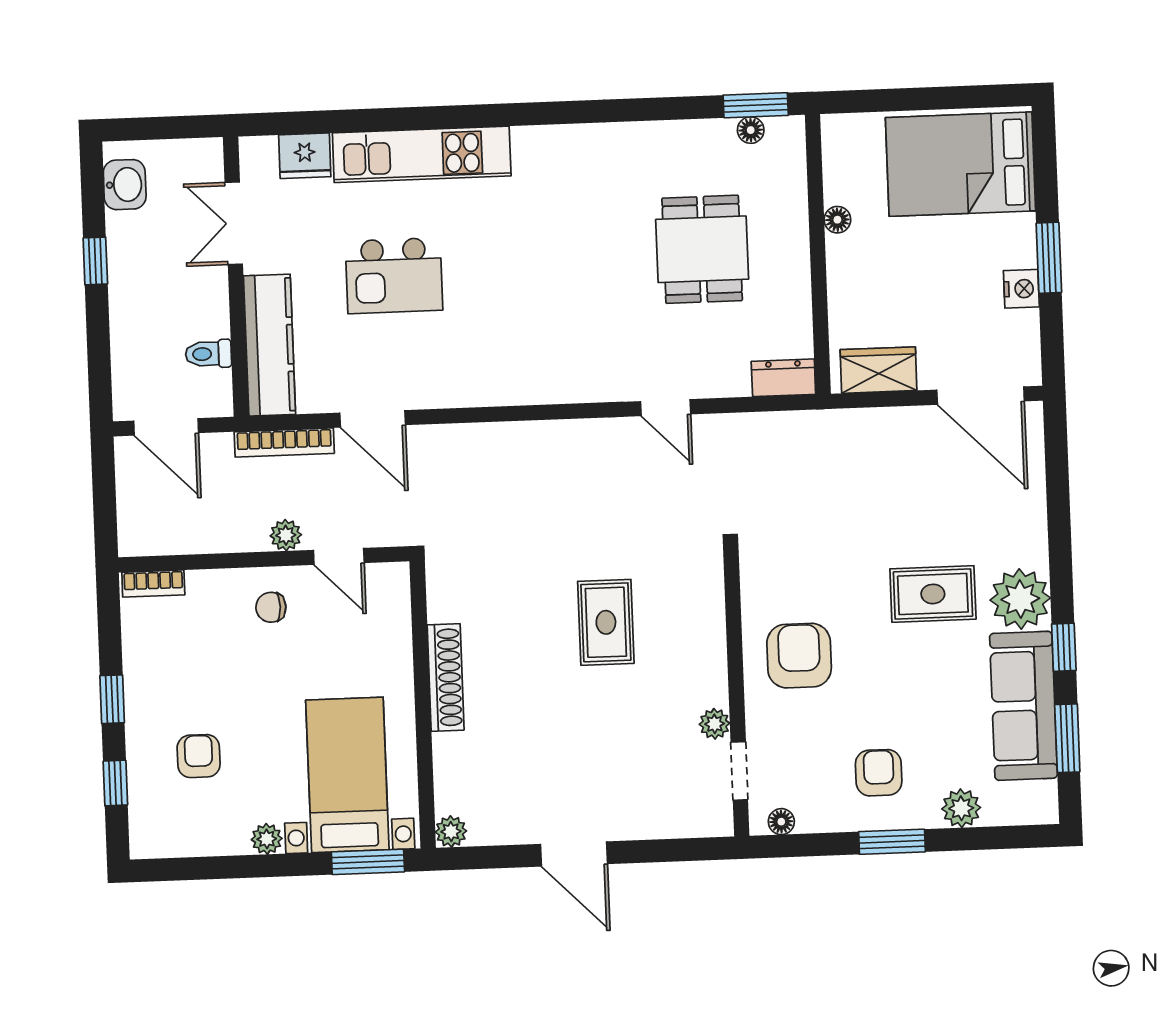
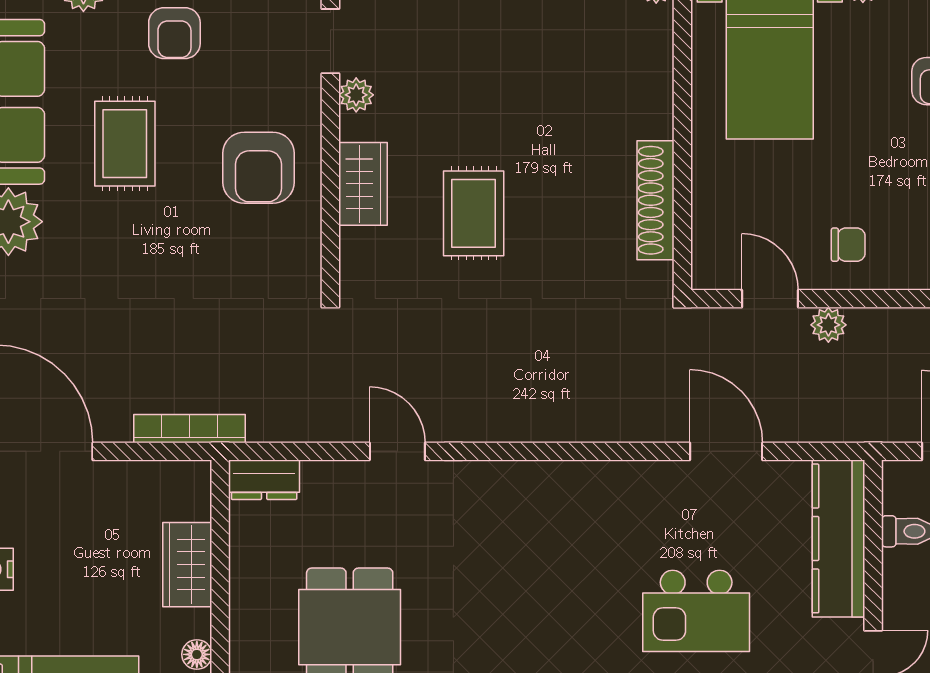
kitchen island: (394, 276) -> (696, 611), turned 180
wardrobe: (878, 370) -> (187, 565), moved, turned 90
bookcase: (284, 443) -> (189, 429), moved
rug: (933, 594) -> (125, 144), moved, turned 90
wardrobe: (705, 645) -> (363, 184), added
shoe rack: (446, 677) -> (655, 200), moved

